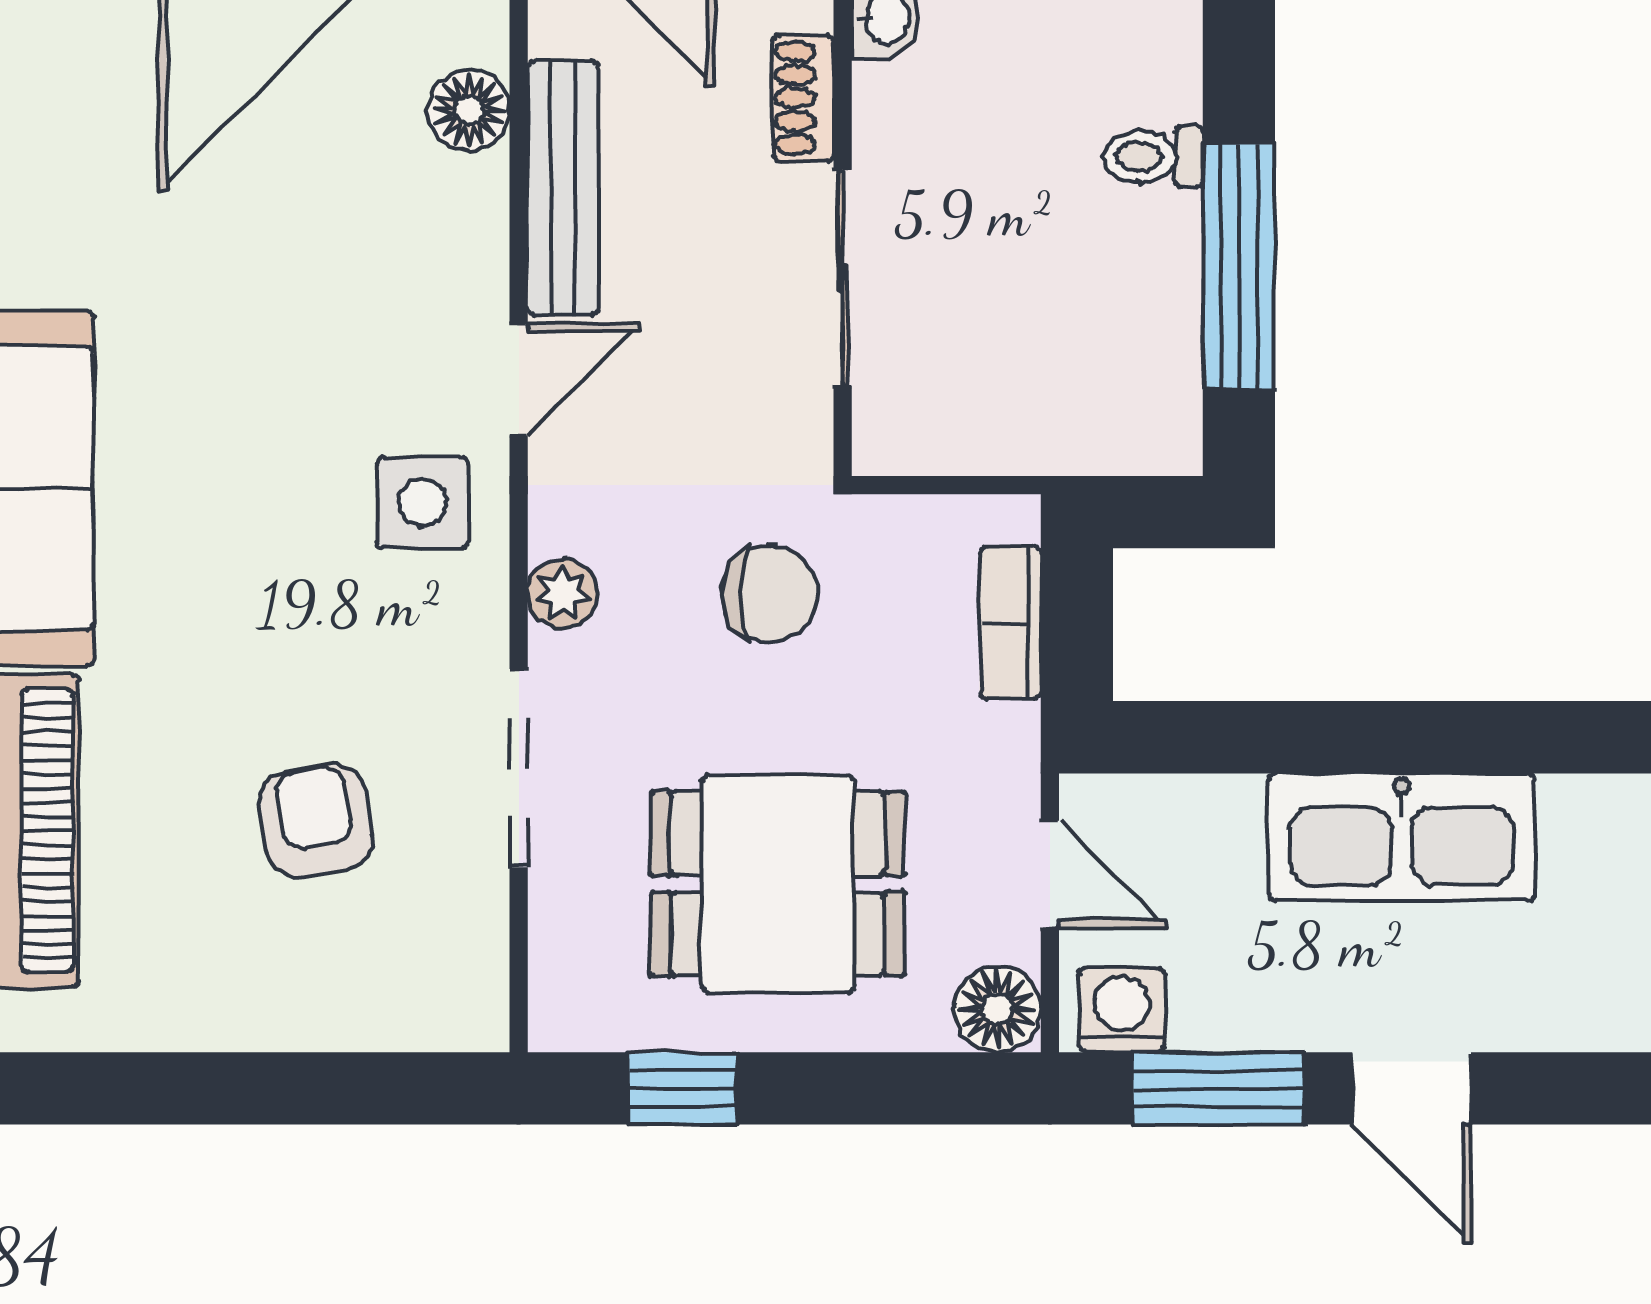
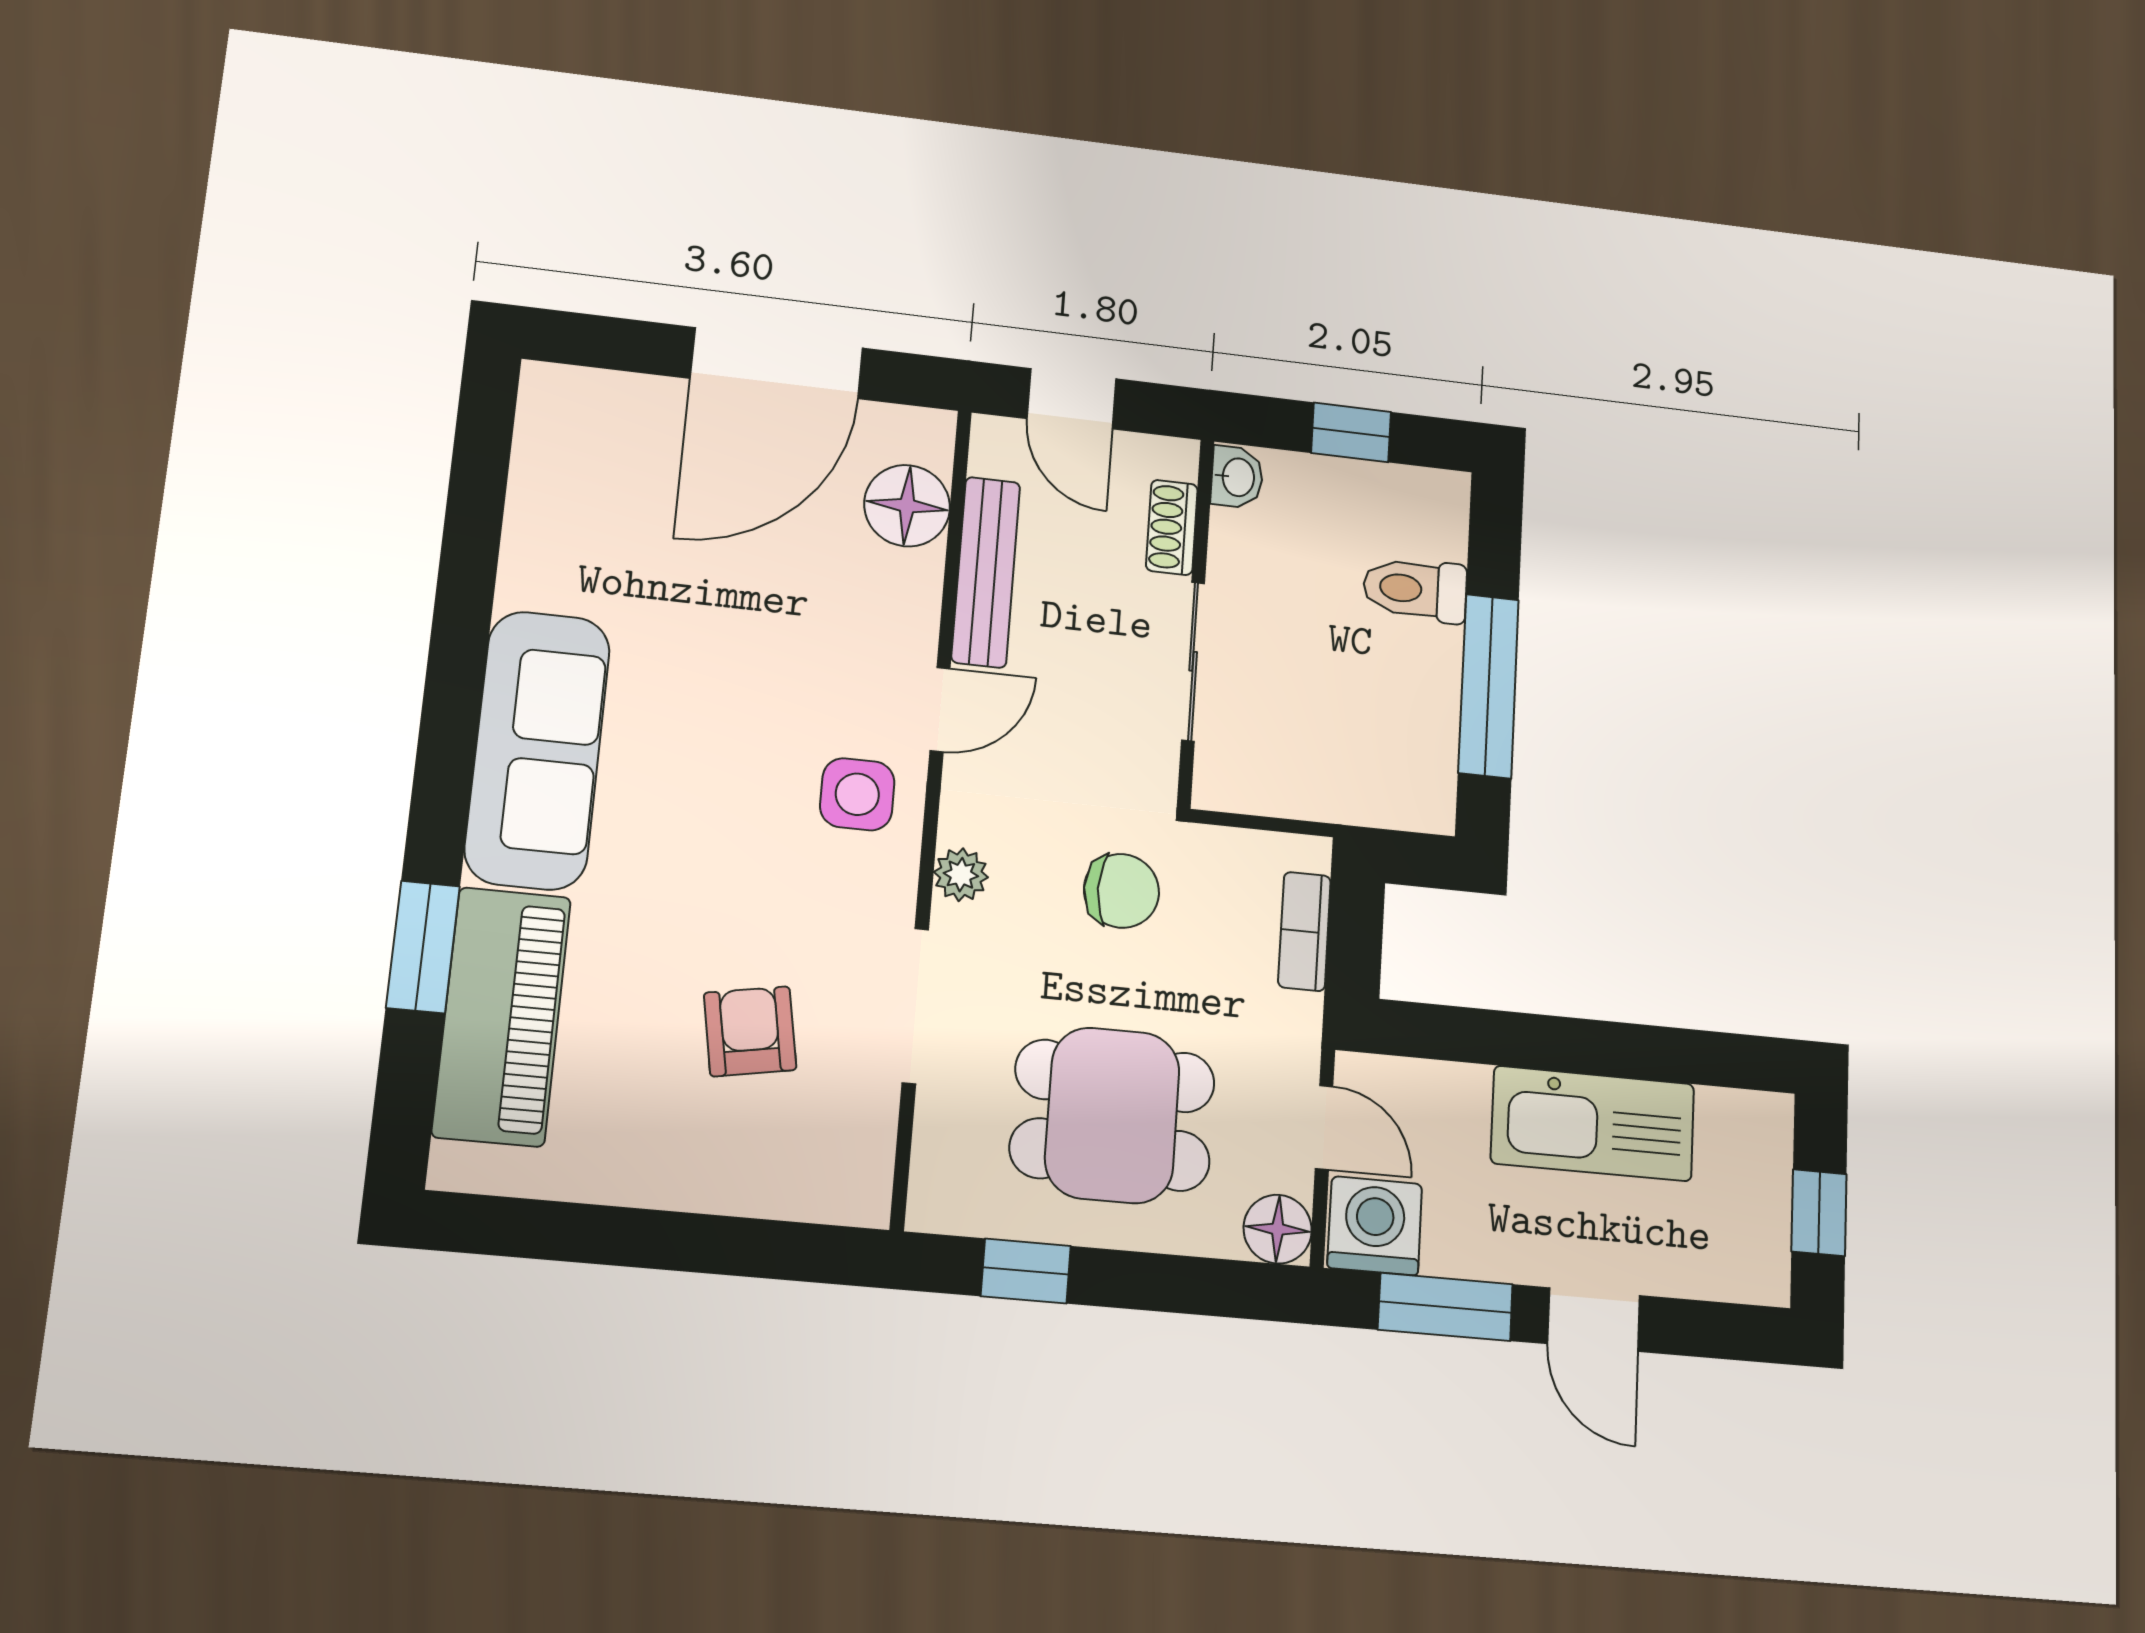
floor lamp: (469, 110) -> (907, 506), width x1.38, depth x1.38
toilet: (1153, 156) -> (1415, 589), width x1.37, depth x1.39
washing machine: (1122, 1010) -> (1375, 1226), width x1.38, depth x1.38

